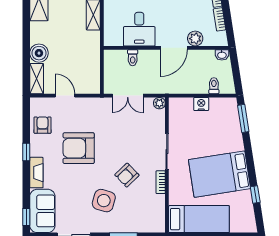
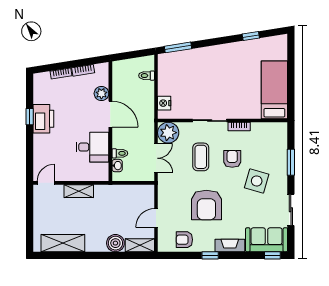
washbasin: (222, 55) -> (117, 166), moved
plant: (159, 103) -> (168, 133), width x1.87, depth x1.87
nightstand: (201, 104) -> (164, 103), moved
coffee table: (129, 142) -> (201, 157), added
bed: (220, 174) -> (231, 70), removed
armchair: (127, 175) -> (232, 159), turned -136

